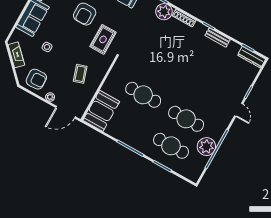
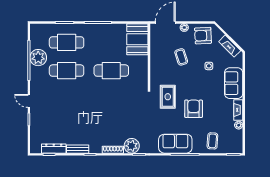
dresser: (251, 57) -> (54, 149), moved
coffee table: (80, 74) -> (181, 57), moved

